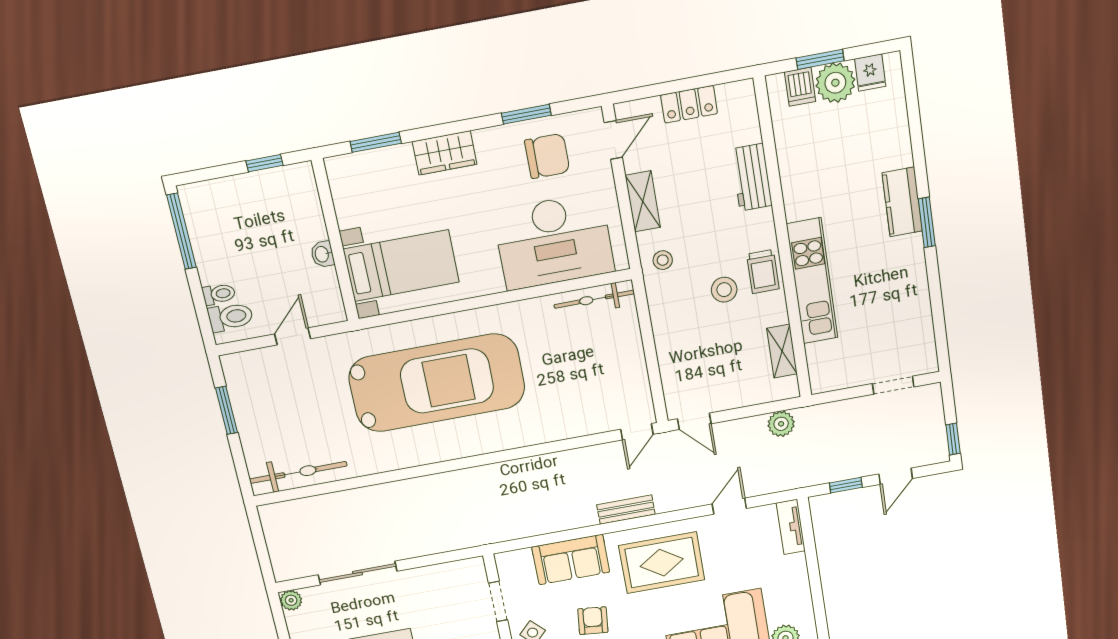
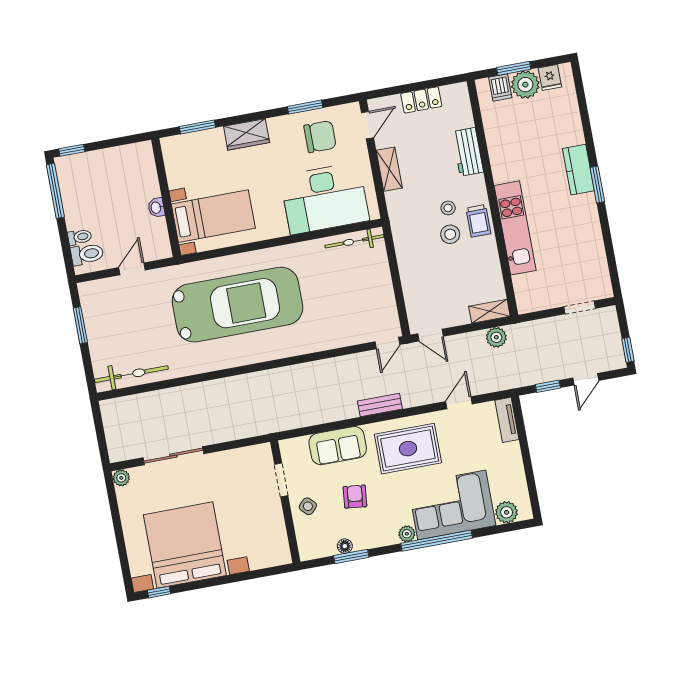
window: (265, 163) -> (72, 150), moved
stool: (663, 260) -> (448, 208), moved
shelving: (782, 351) -> (489, 311), moved, turned 90

